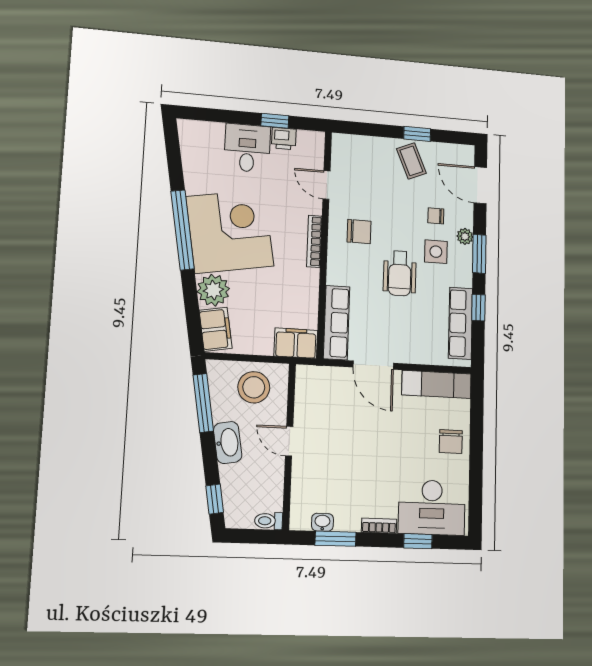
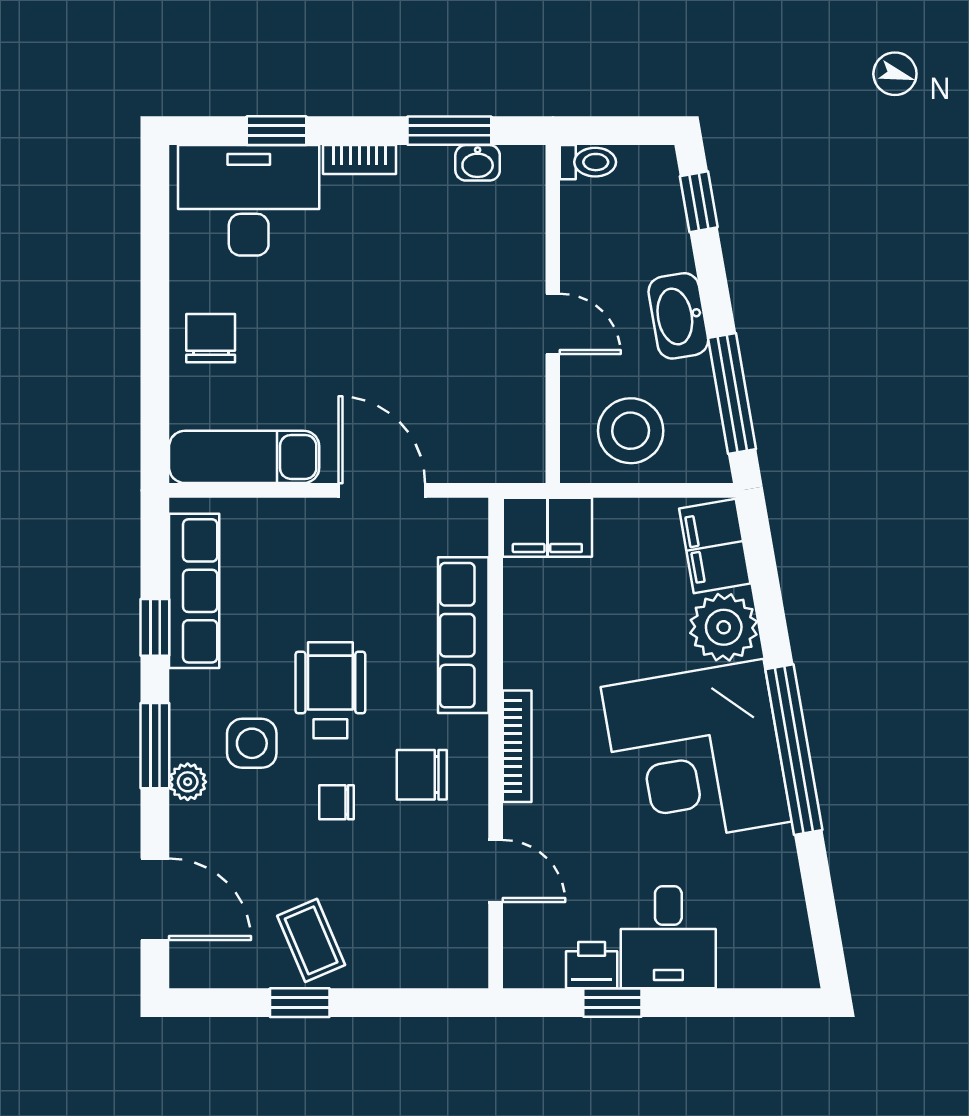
chair: (436, 216) -> (337, 802), moved, turned 180
row of seats: (336, 323) -> (463, 635), moved

